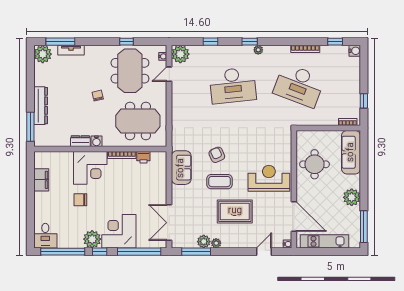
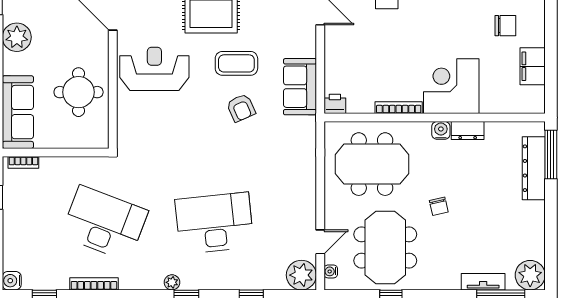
dresser: (41, 106) -> (534, 168), moved
printer: (143, 157) -> (335, 104), moved
reception desk: (269, 178) -> (154, 69), turned 180
chair: (80, 200) -> (505, 26), moved

